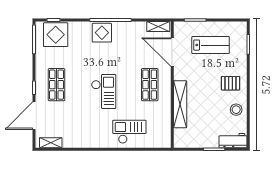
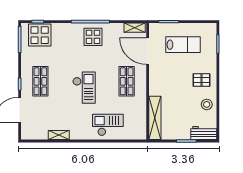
display table: (102, 33) -> (93, 37), moved
shelving: (180, 104) -> (155, 118), moved
shelving: (51, 143) -> (59, 135), moved

